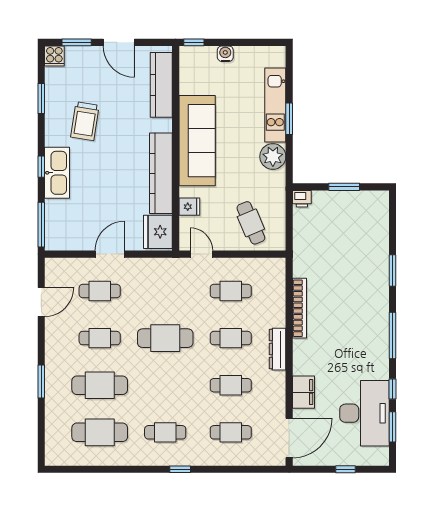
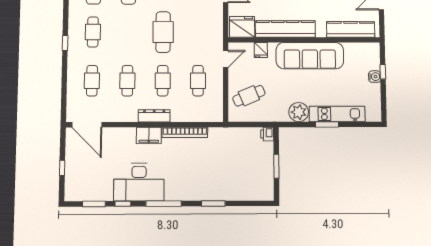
window: (194, 42) -> (383, 72), moved
filing cabinet: (303, 392) -> (149, 135), moved
desk: (364, 413) -> (139, 182), moved

